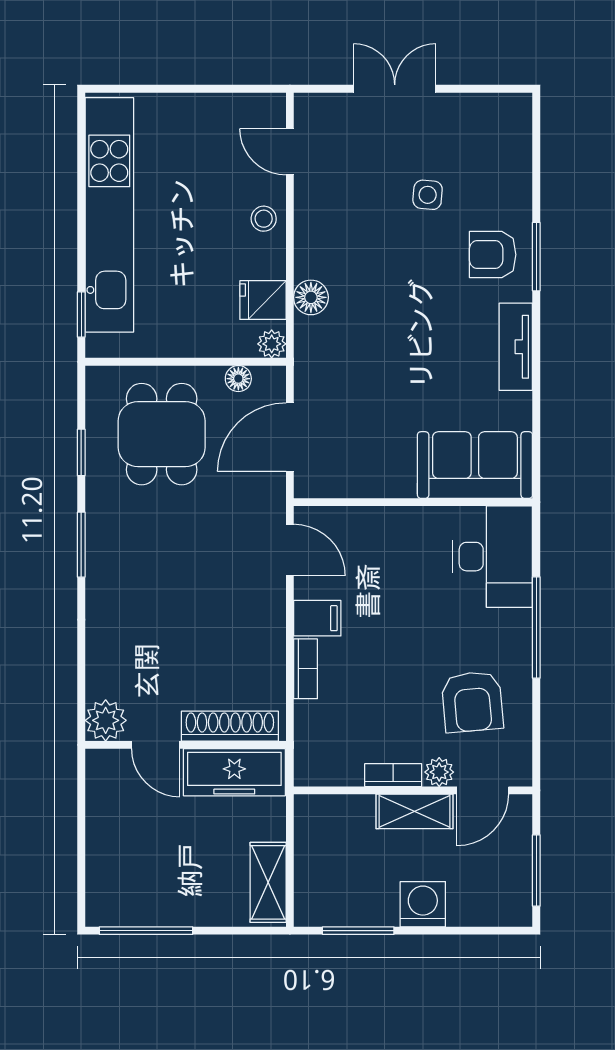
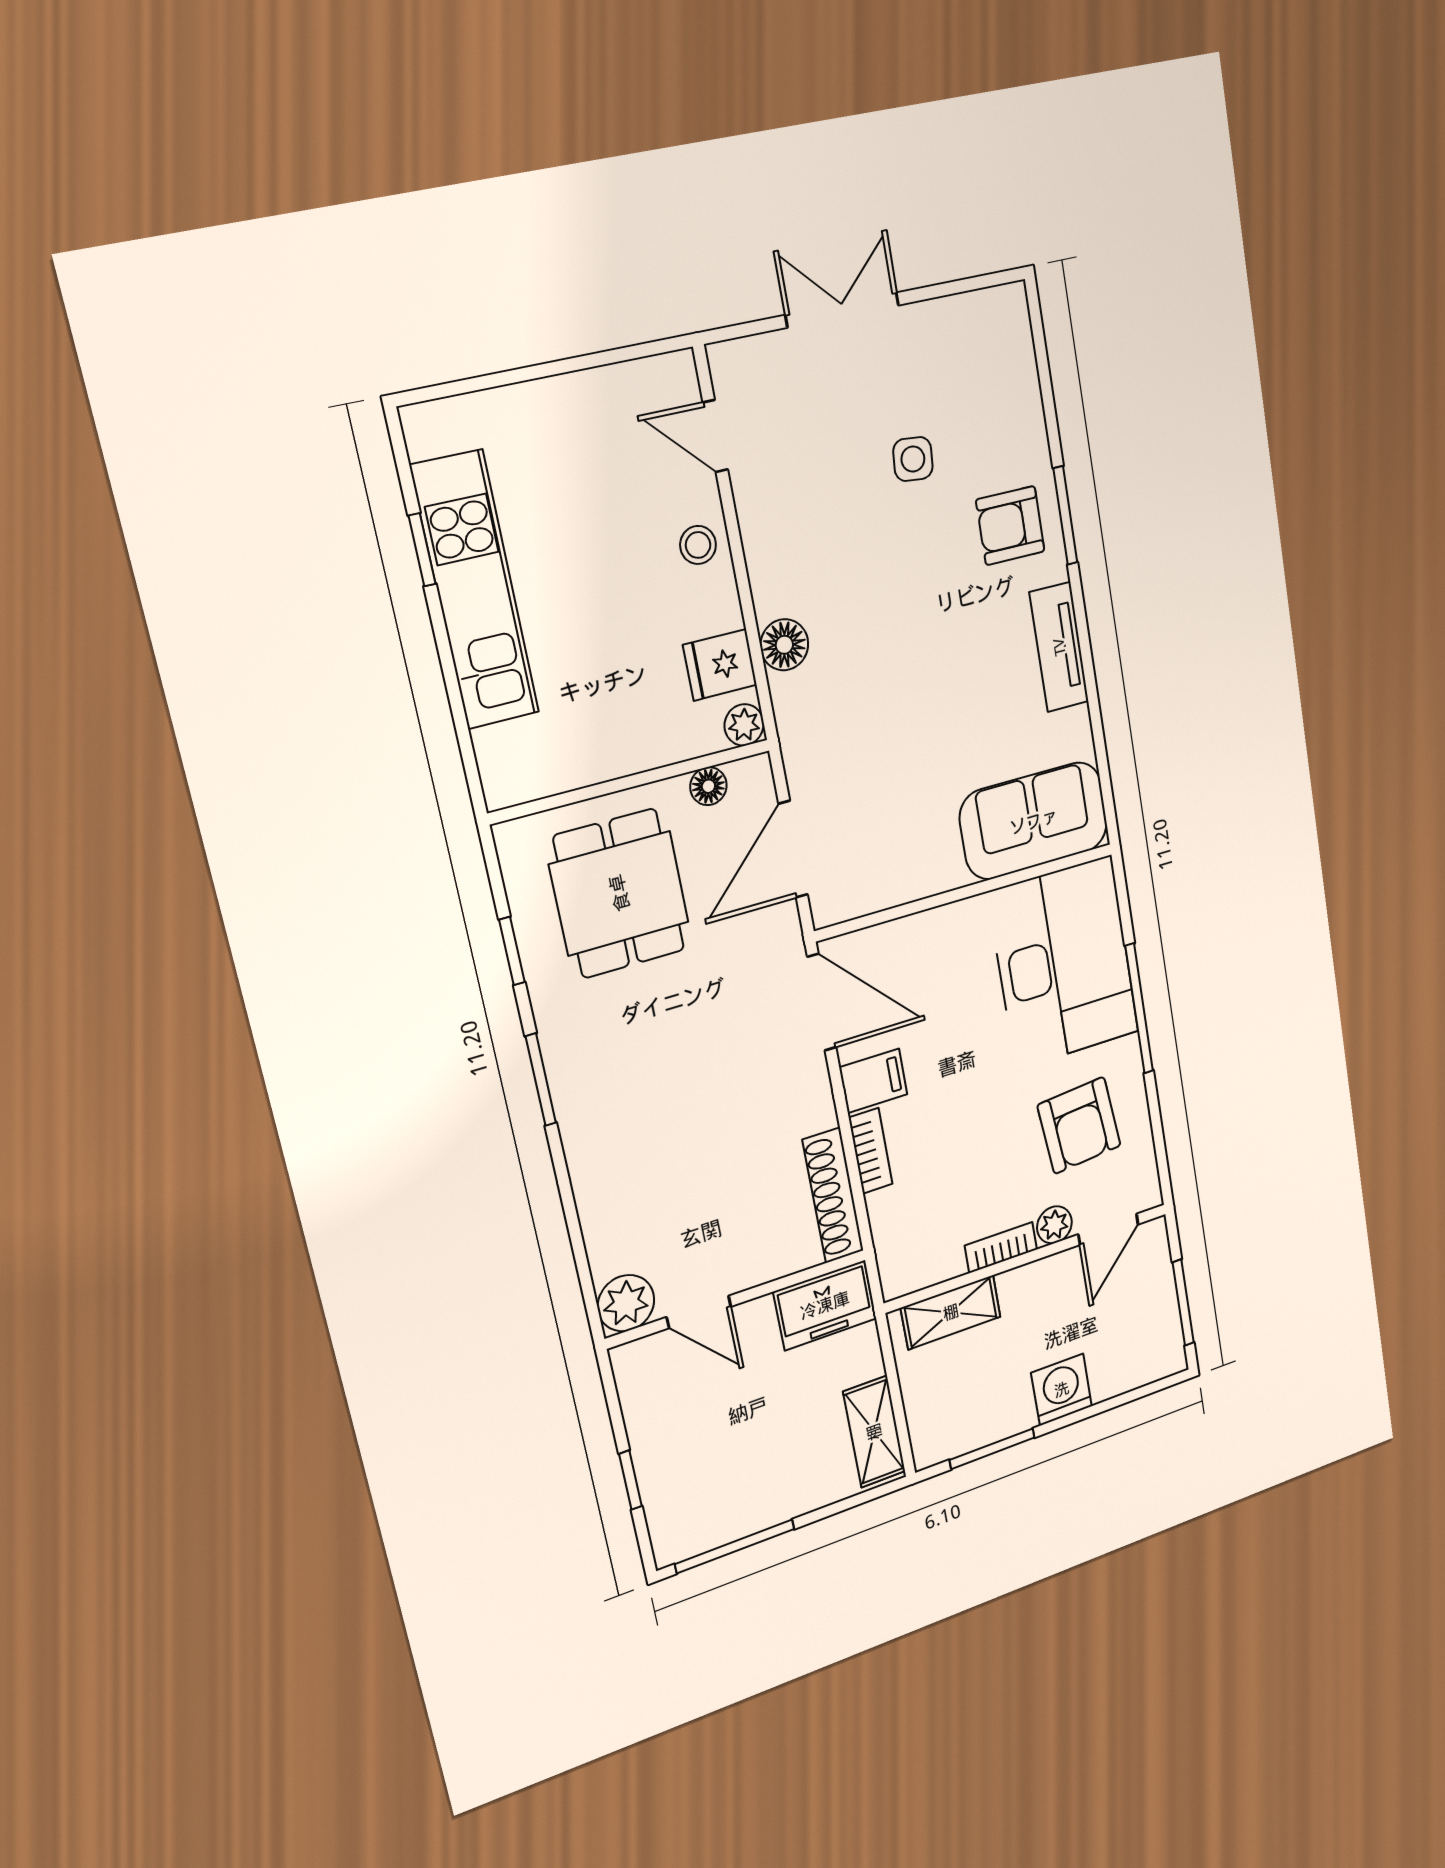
kitchen unit: (109, 215) -> (475, 591), width x0.73
window: (81, 314) -> (422, 550), moved
door: (290, 550) -> (822, 1002), width x1.38
desk: (493, 557) -> (1064, 962), width x1.36, depth x1.30
shoe rack: (230, 726) -> (833, 1195), moved, turned -90
freezer: (234, 772) -> (825, 1305), width x0.71
shelving: (414, 811) -> (951, 1312), moved
window: (81, 851) -> (630, 1480), added

